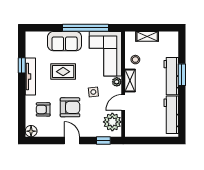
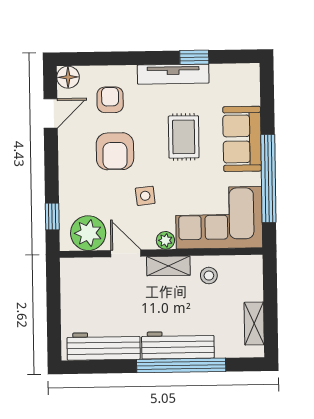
shelving: (147, 36) -> (254, 324), moved
window: (182, 75) -> (181, 365), width x2.11
door: (72, 140) -> (51, 113), moved

